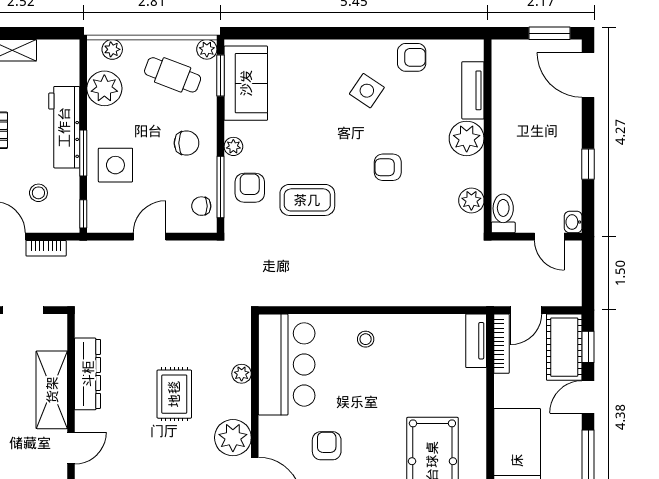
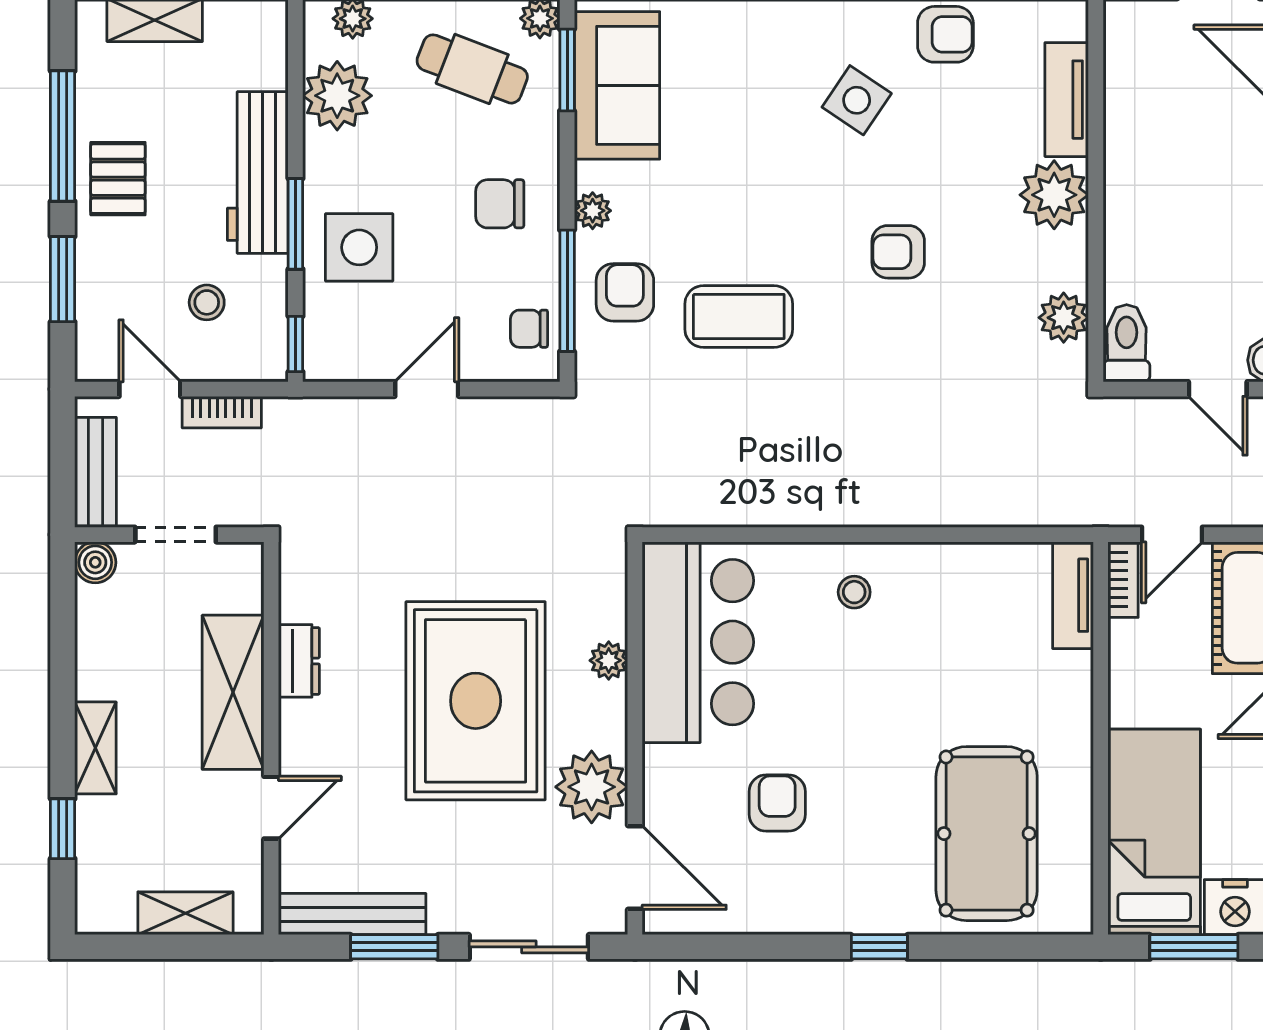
chair: (187, 143) -> (500, 204), turned 180
bookcase: (501, 344) -> (1123, 580), width x0.64
dresser: (88, 374) -> (299, 661), width x0.51, depth x0.80
rug: (174, 394) -> (476, 701), width x1.86, depth x2.06

